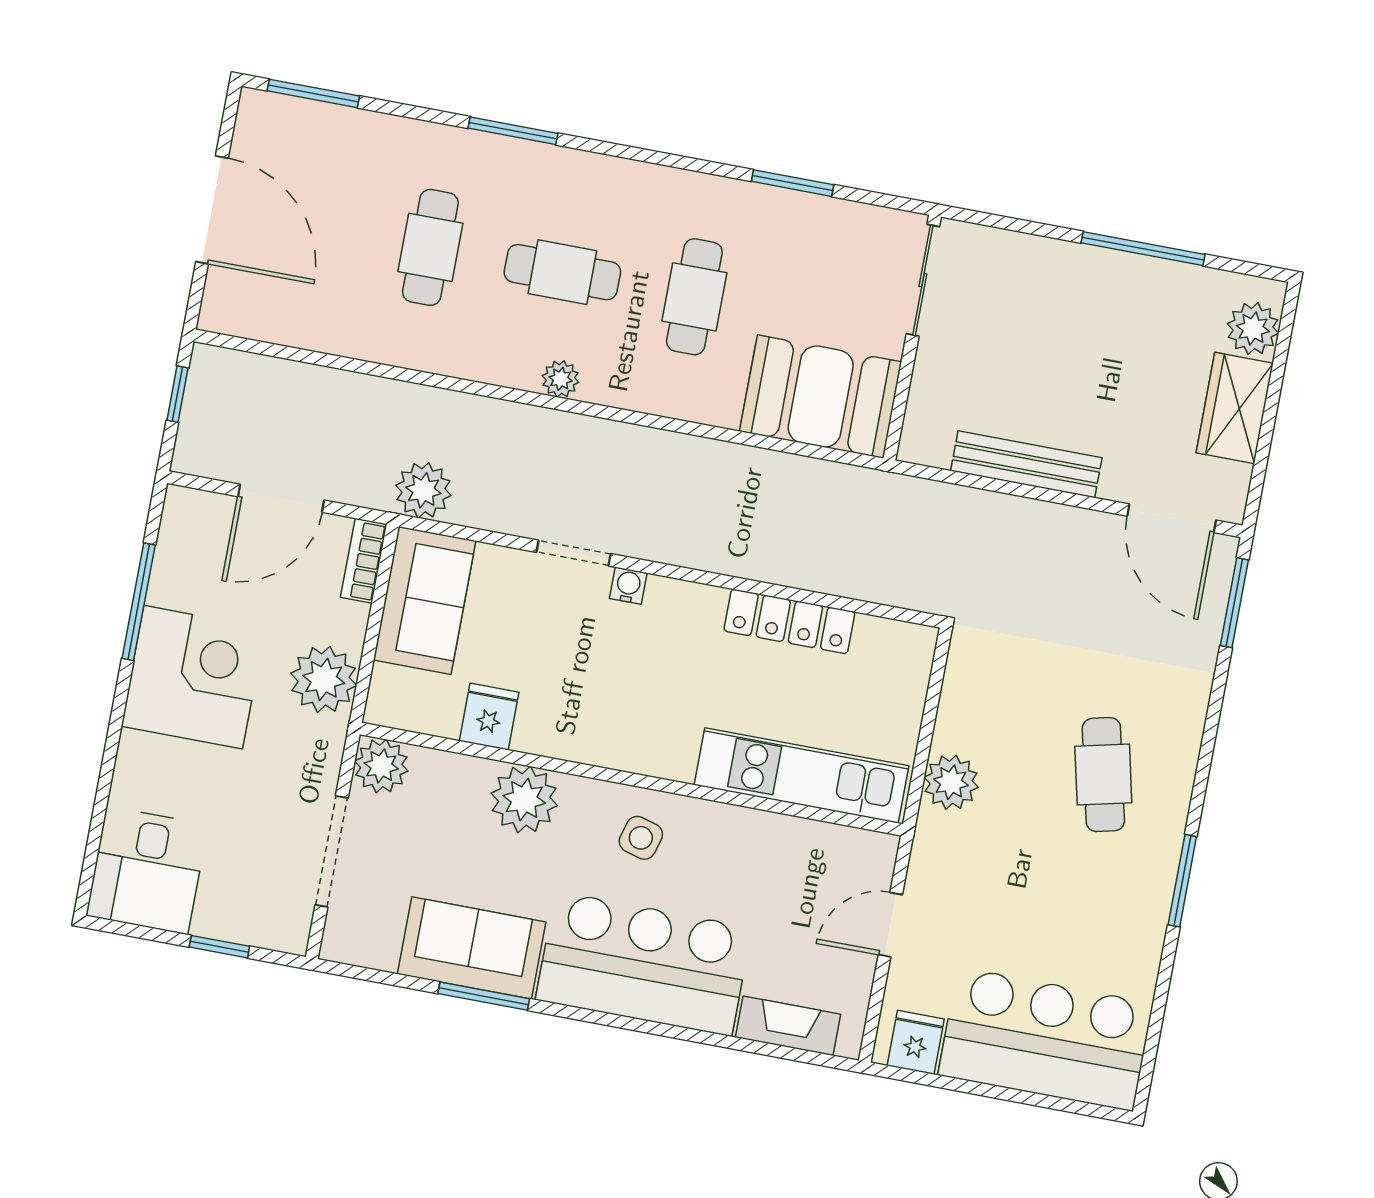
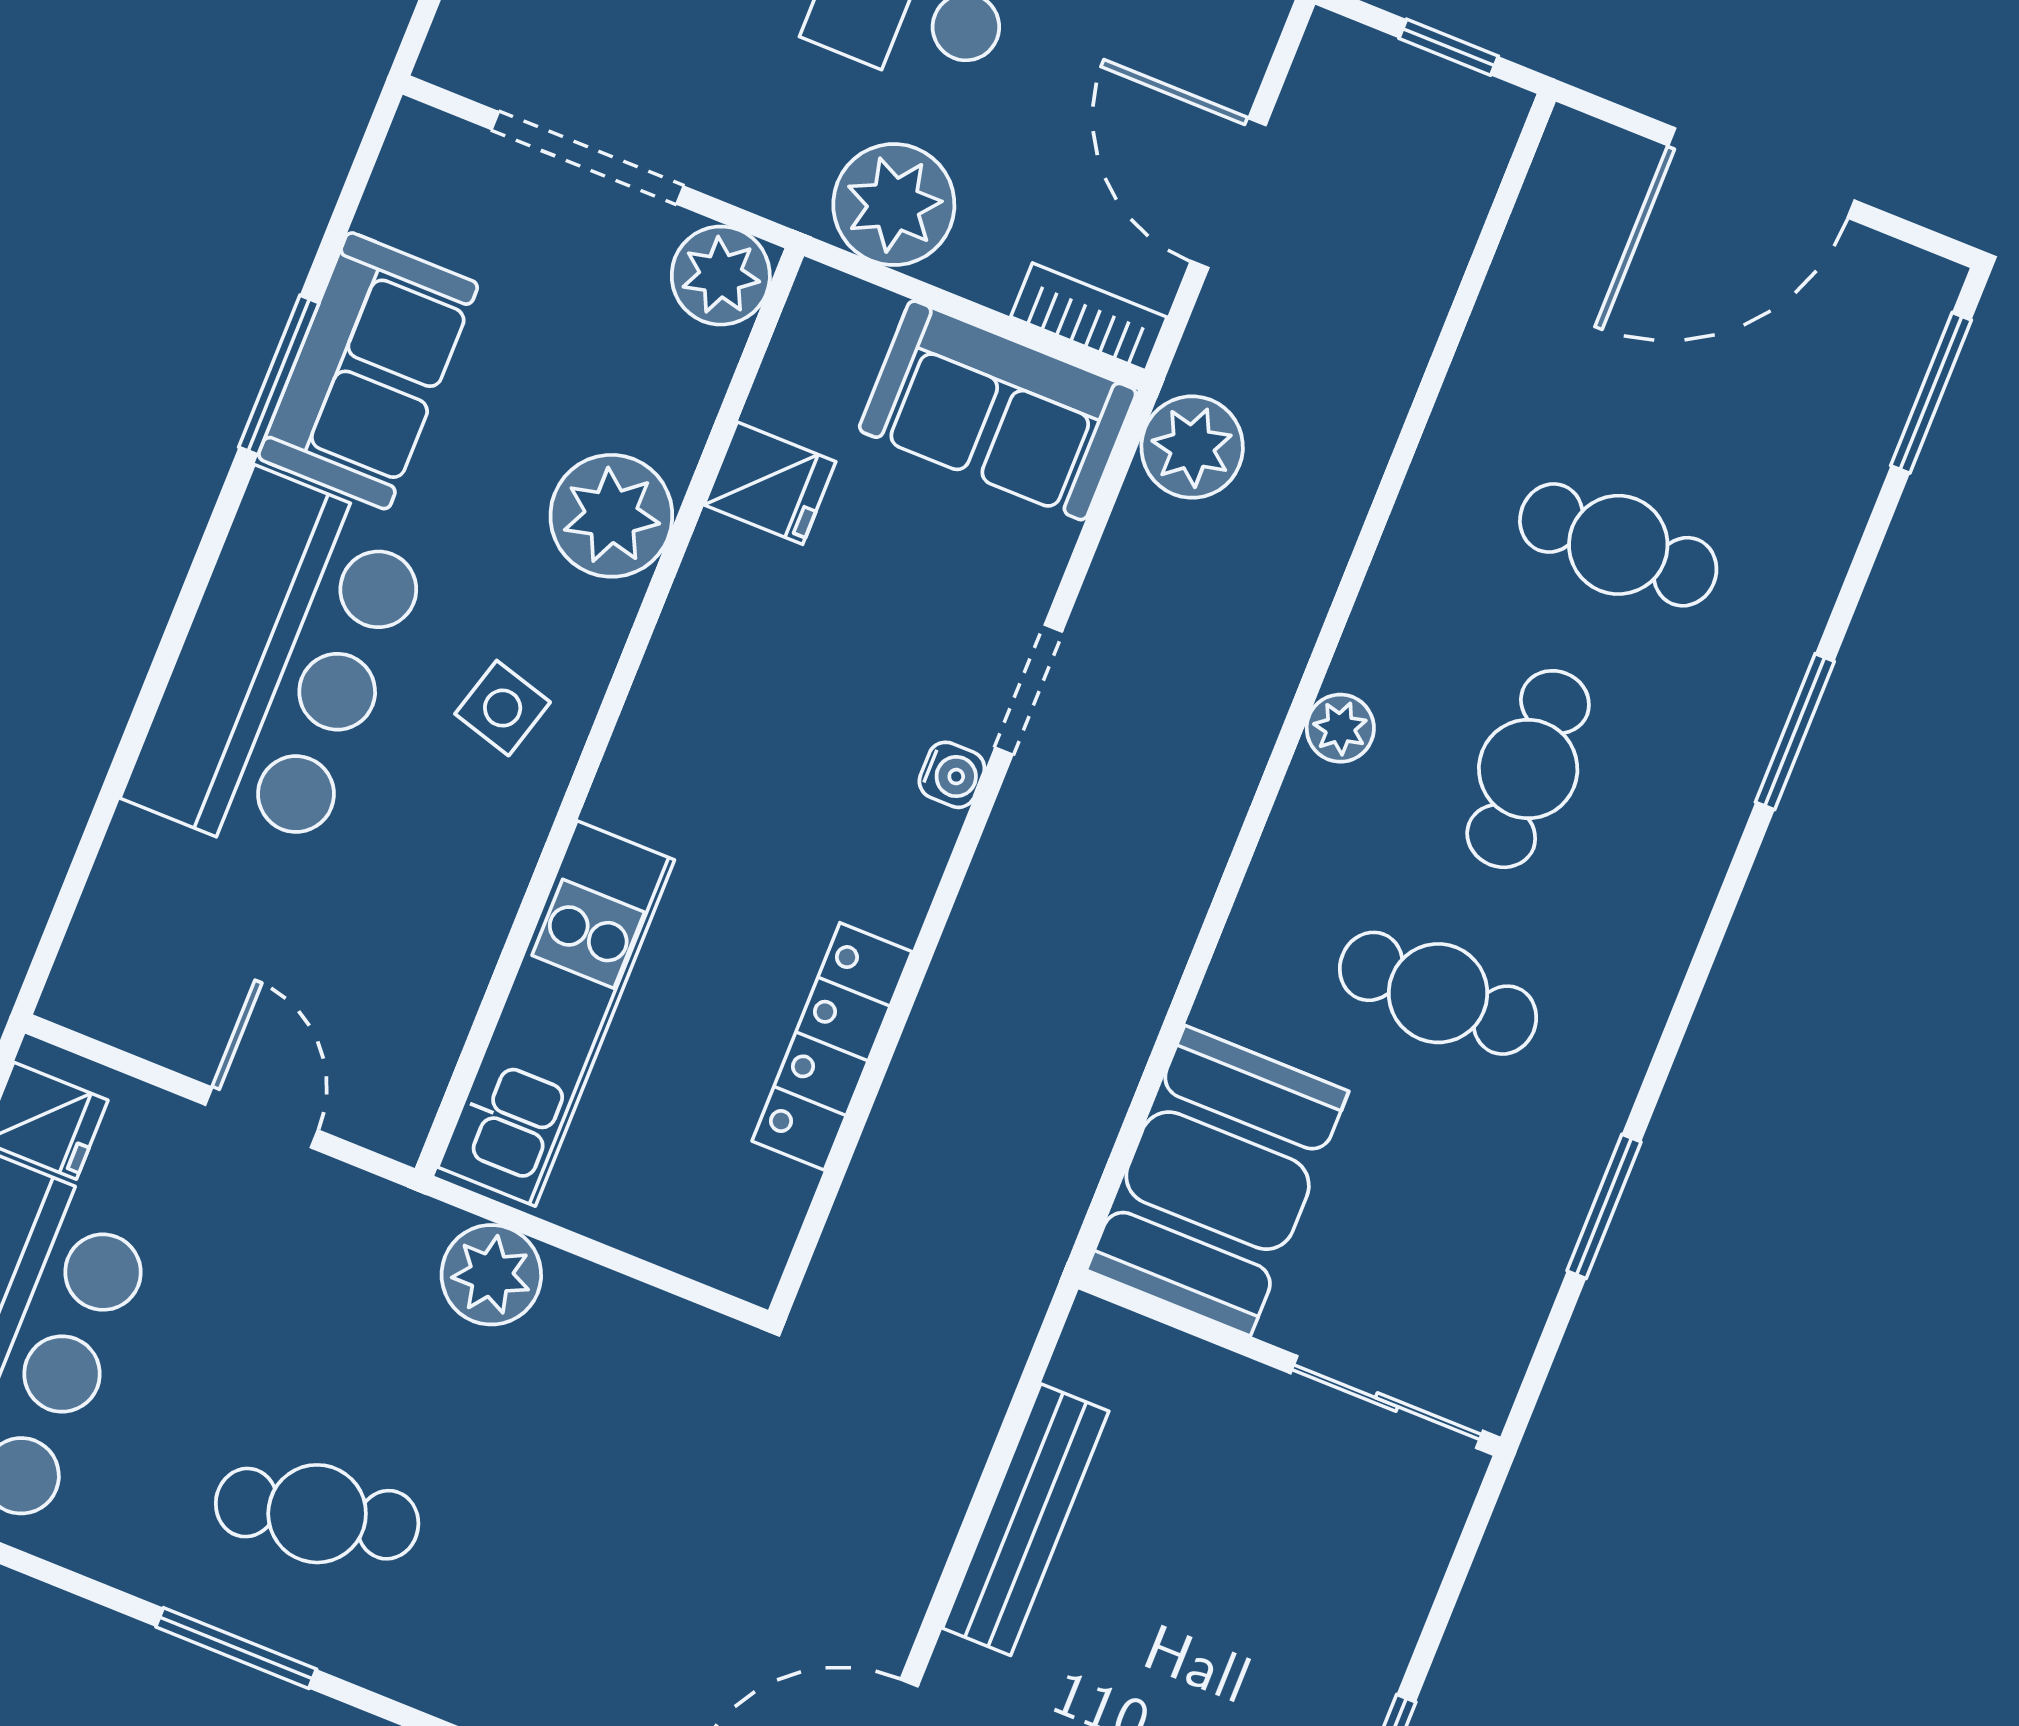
cafe table: (1103, 775) -> (317, 1514), moved
fireplace: (788, 1026) -> (119, 901), removed

